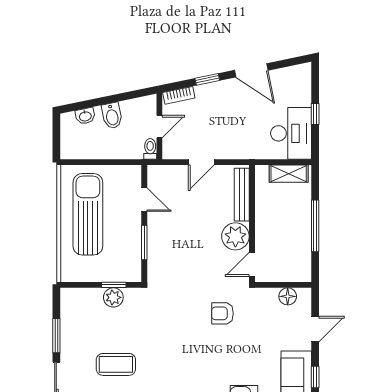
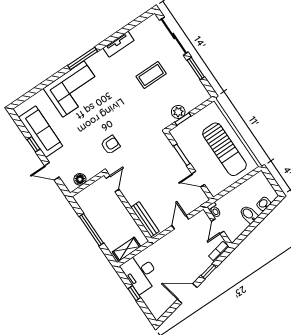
plant: (235, 236) -> (133, 193), removed
door: (315, 329) -> (52, 171), hinge flipped

